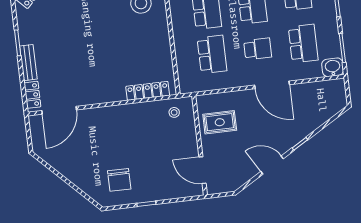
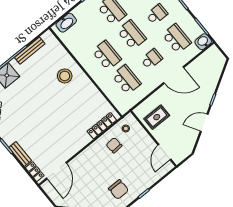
chair: (147, 124) -> (114, 145), added
door: (203, 170) -> (165, 152), hinge flipped

